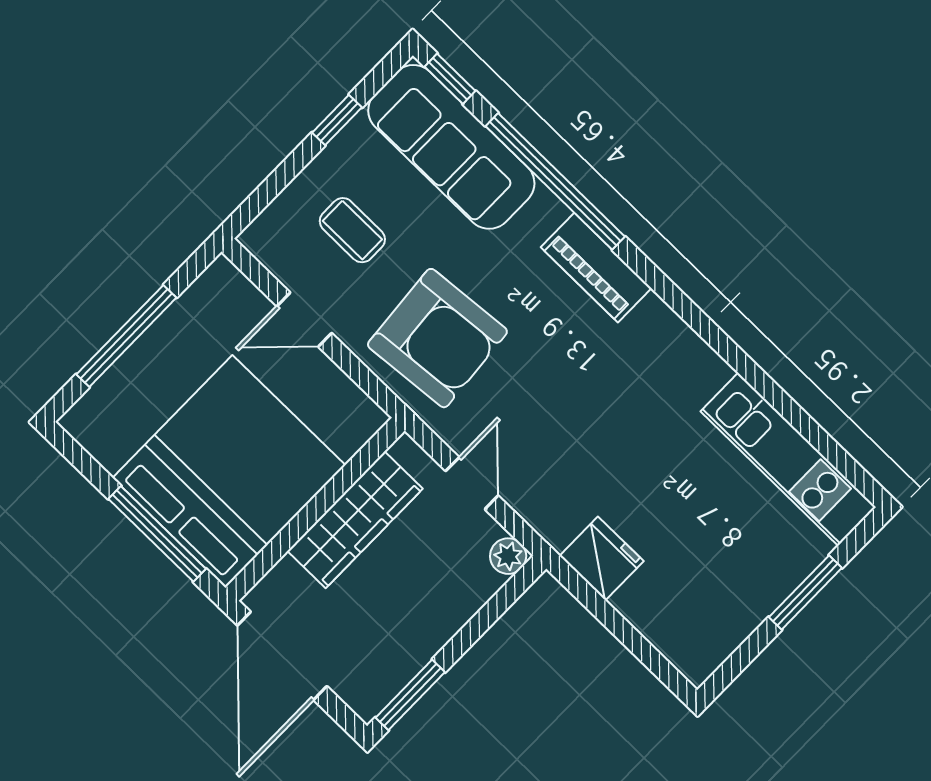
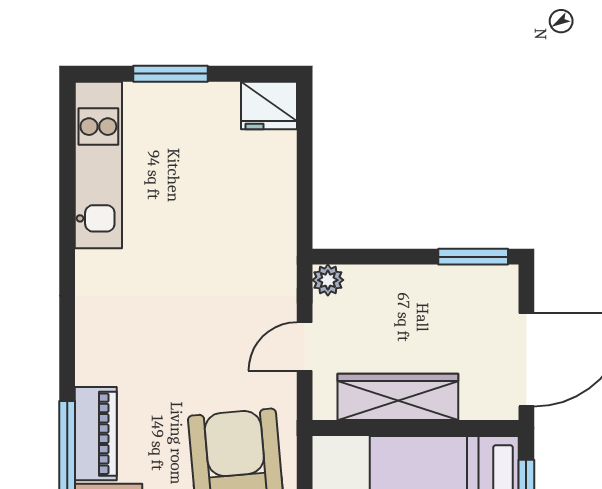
piano: (596, 268) -> (96, 434), moved
fridge: (602, 558) -> (269, 105), moved, turned -90

